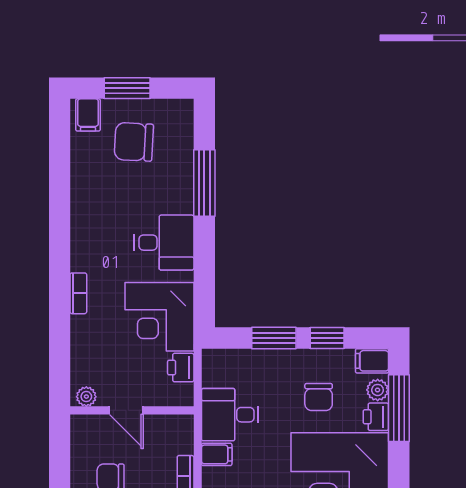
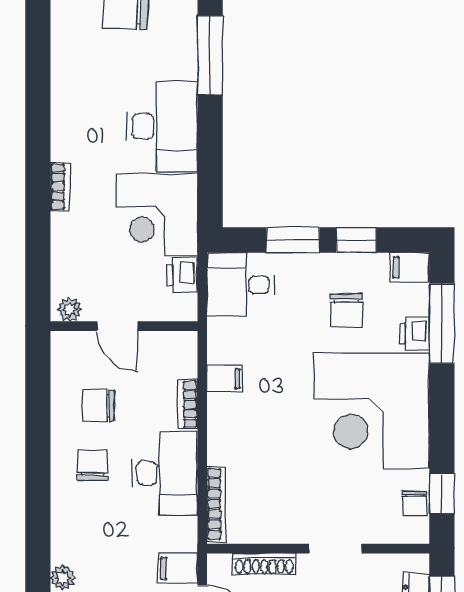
desk: (164, 243) -> (162, 126), width x1.37
plant: (378, 390) -> (416, 302), removed
desk: (230, 415) -> (241, 285), moved

